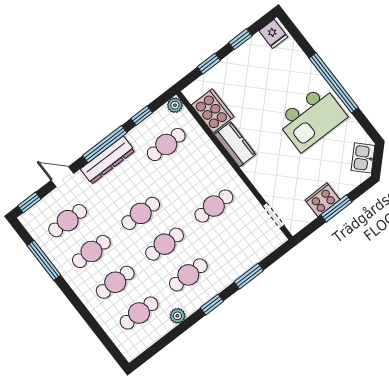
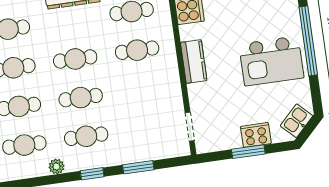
kitchen counter: (235, 144) -> (194, 61), moved
cooker: (322, 200) -> (256, 135), moved
cafe table: (214, 206) -> (137, 50), moved

